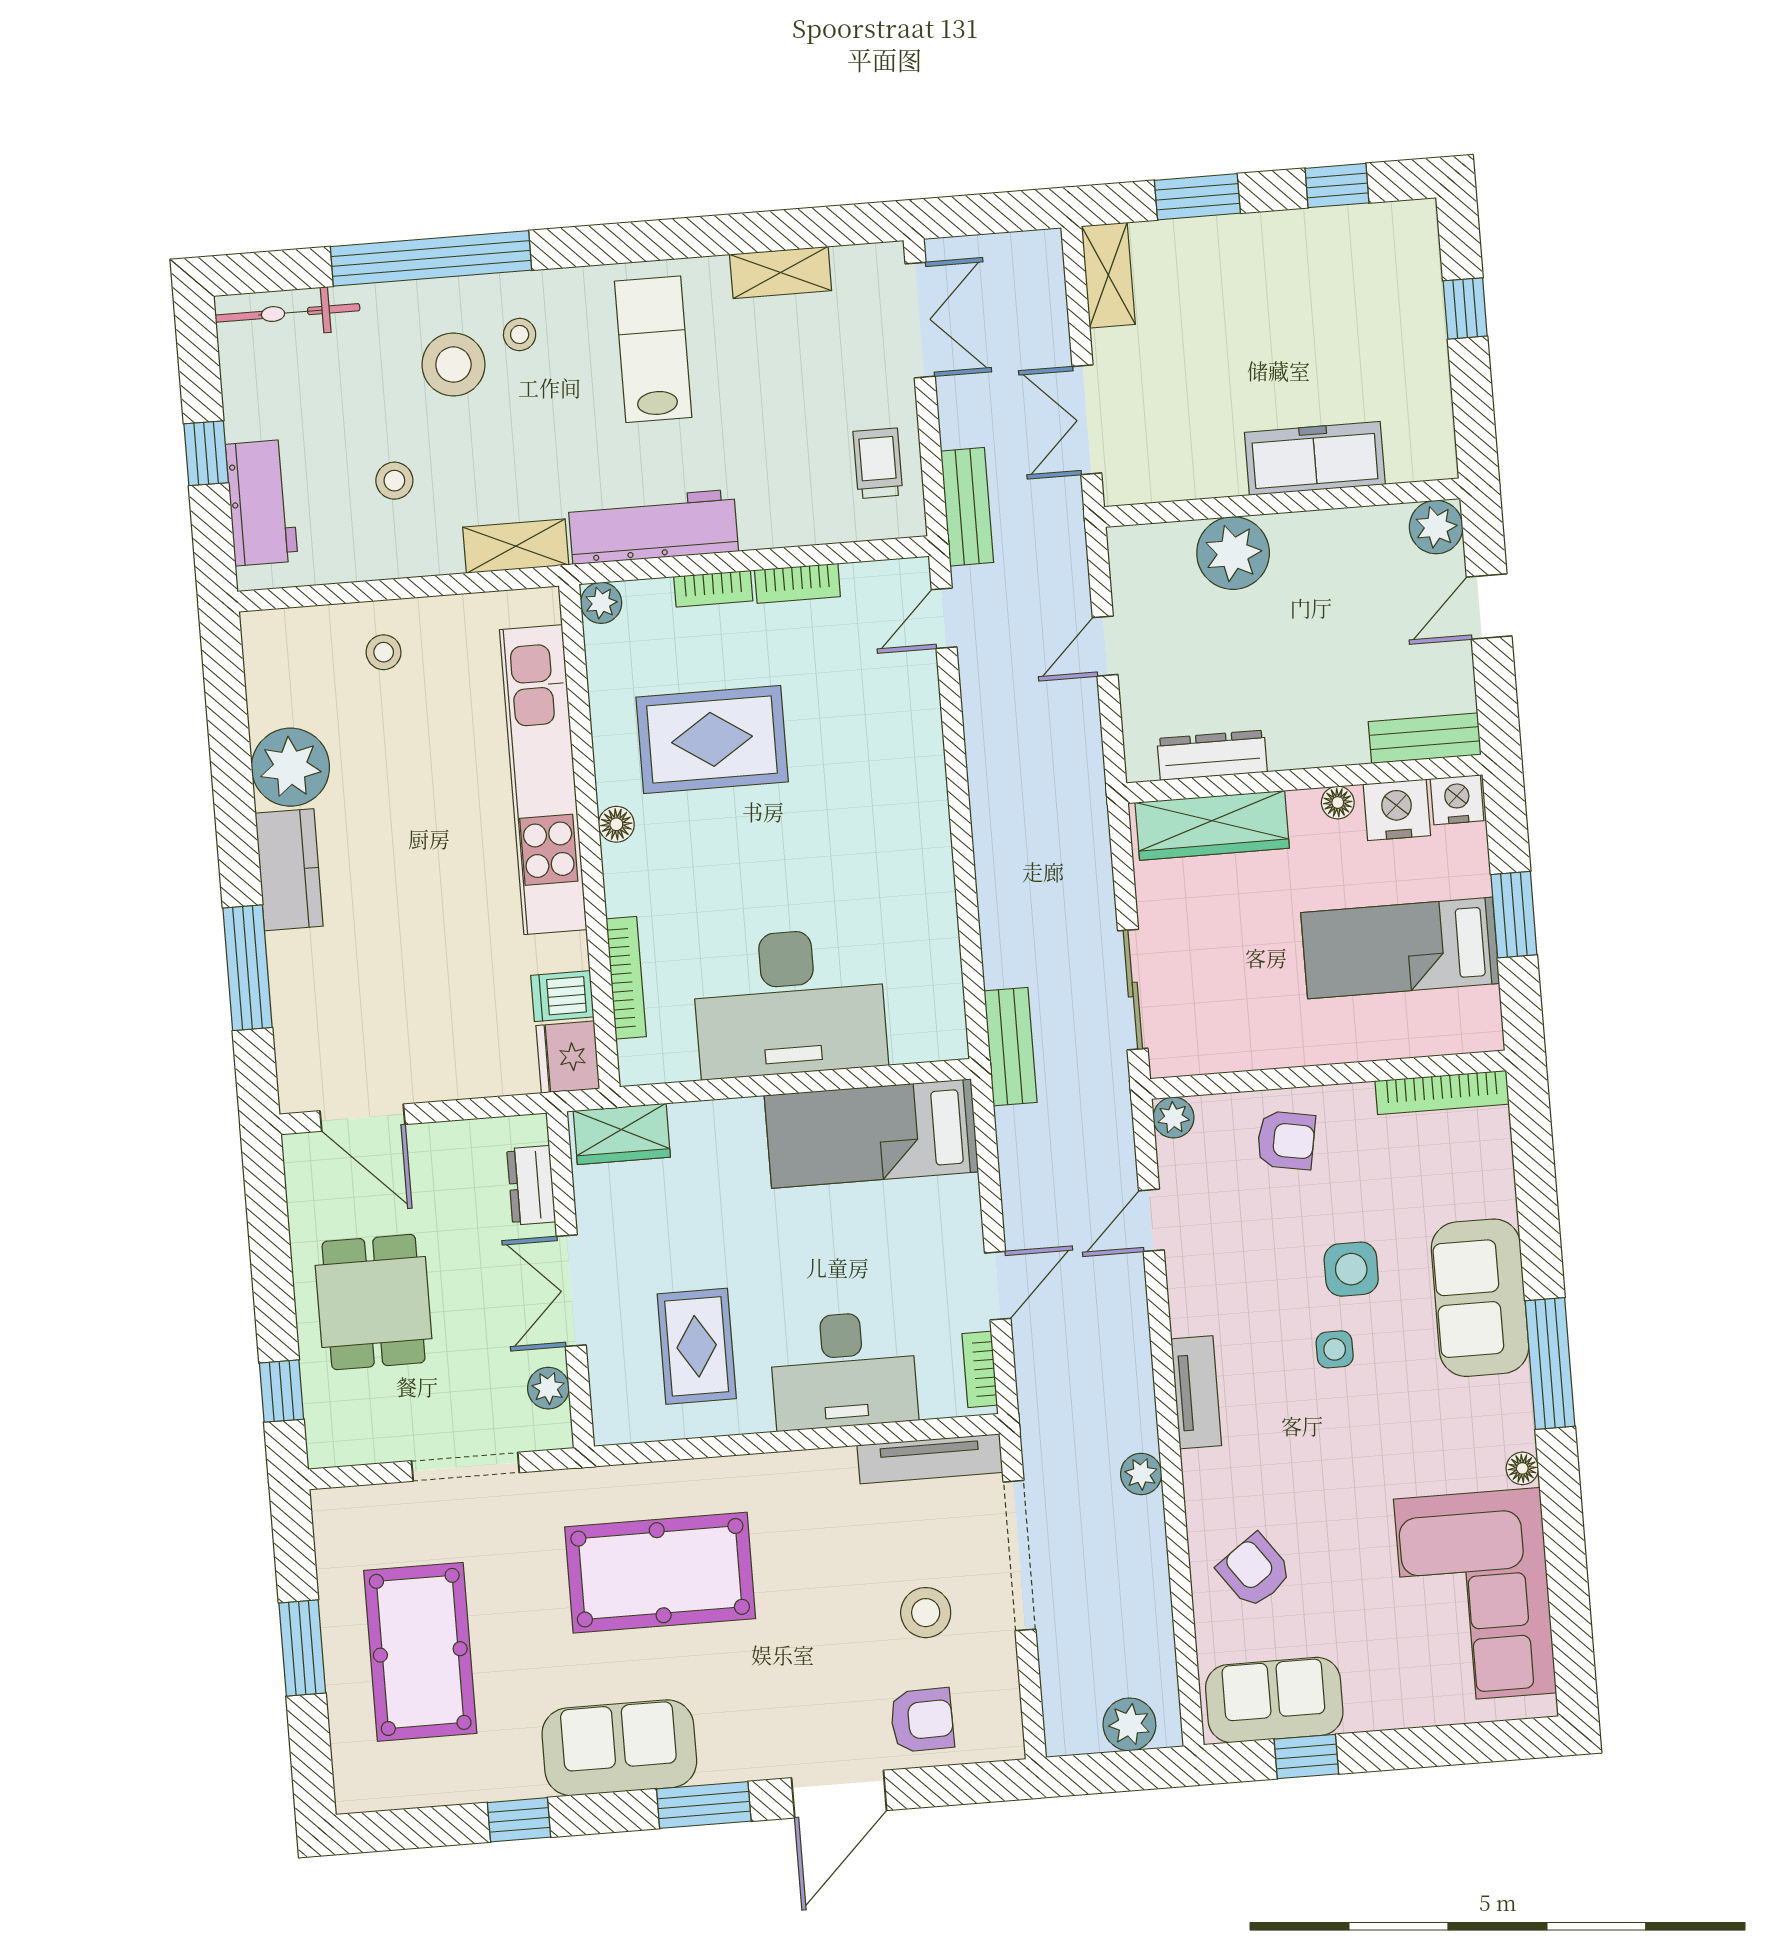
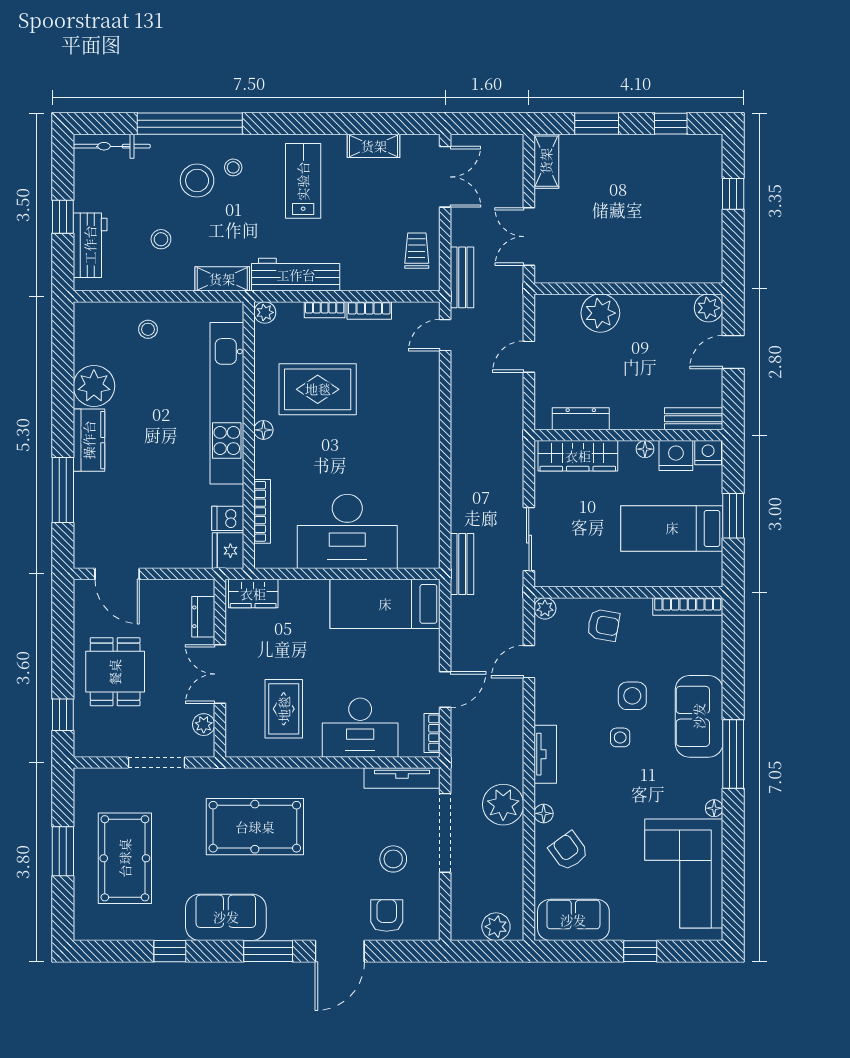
freezer: (1315, 458) -> (648, 267), removed
plant: (1141, 1474) -> (503, 805), width x1.87, depth x1.87
floor lamp: (1202, 1504) -> (544, 813), added
armchair: (922, 1720) -> (387, 916), turned -89
window: (1306, 1756) -> (640, 951), moved

